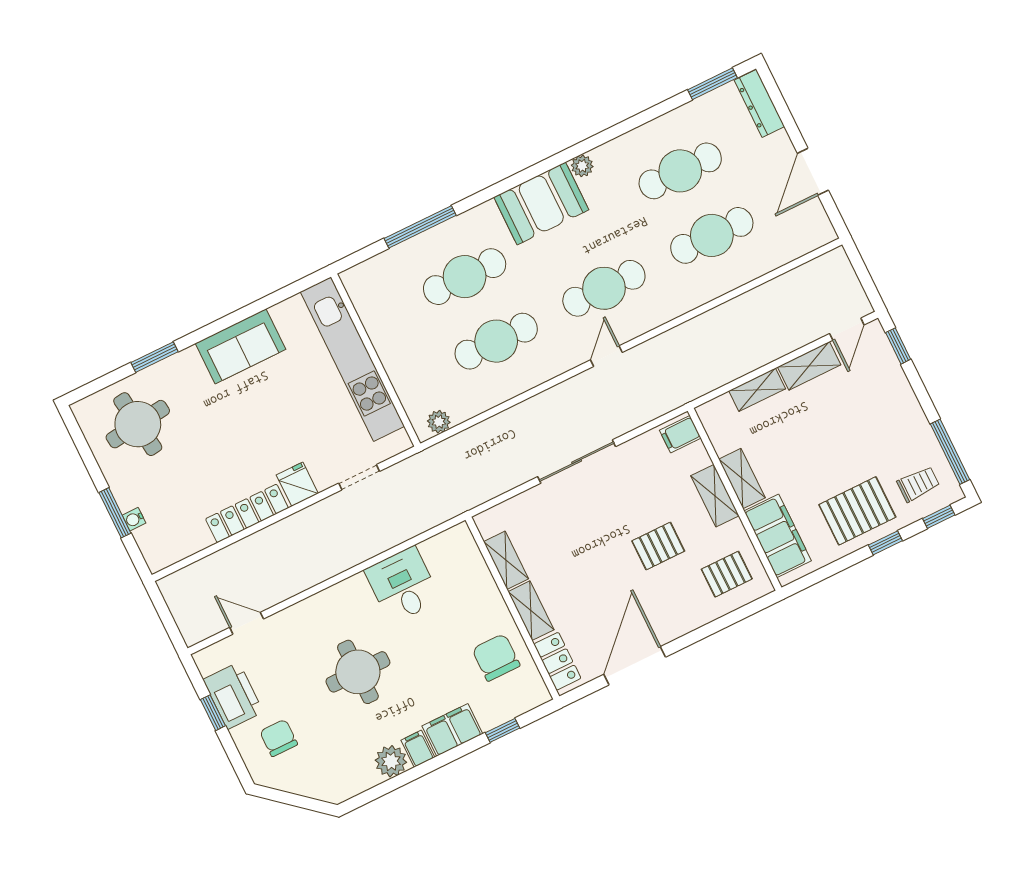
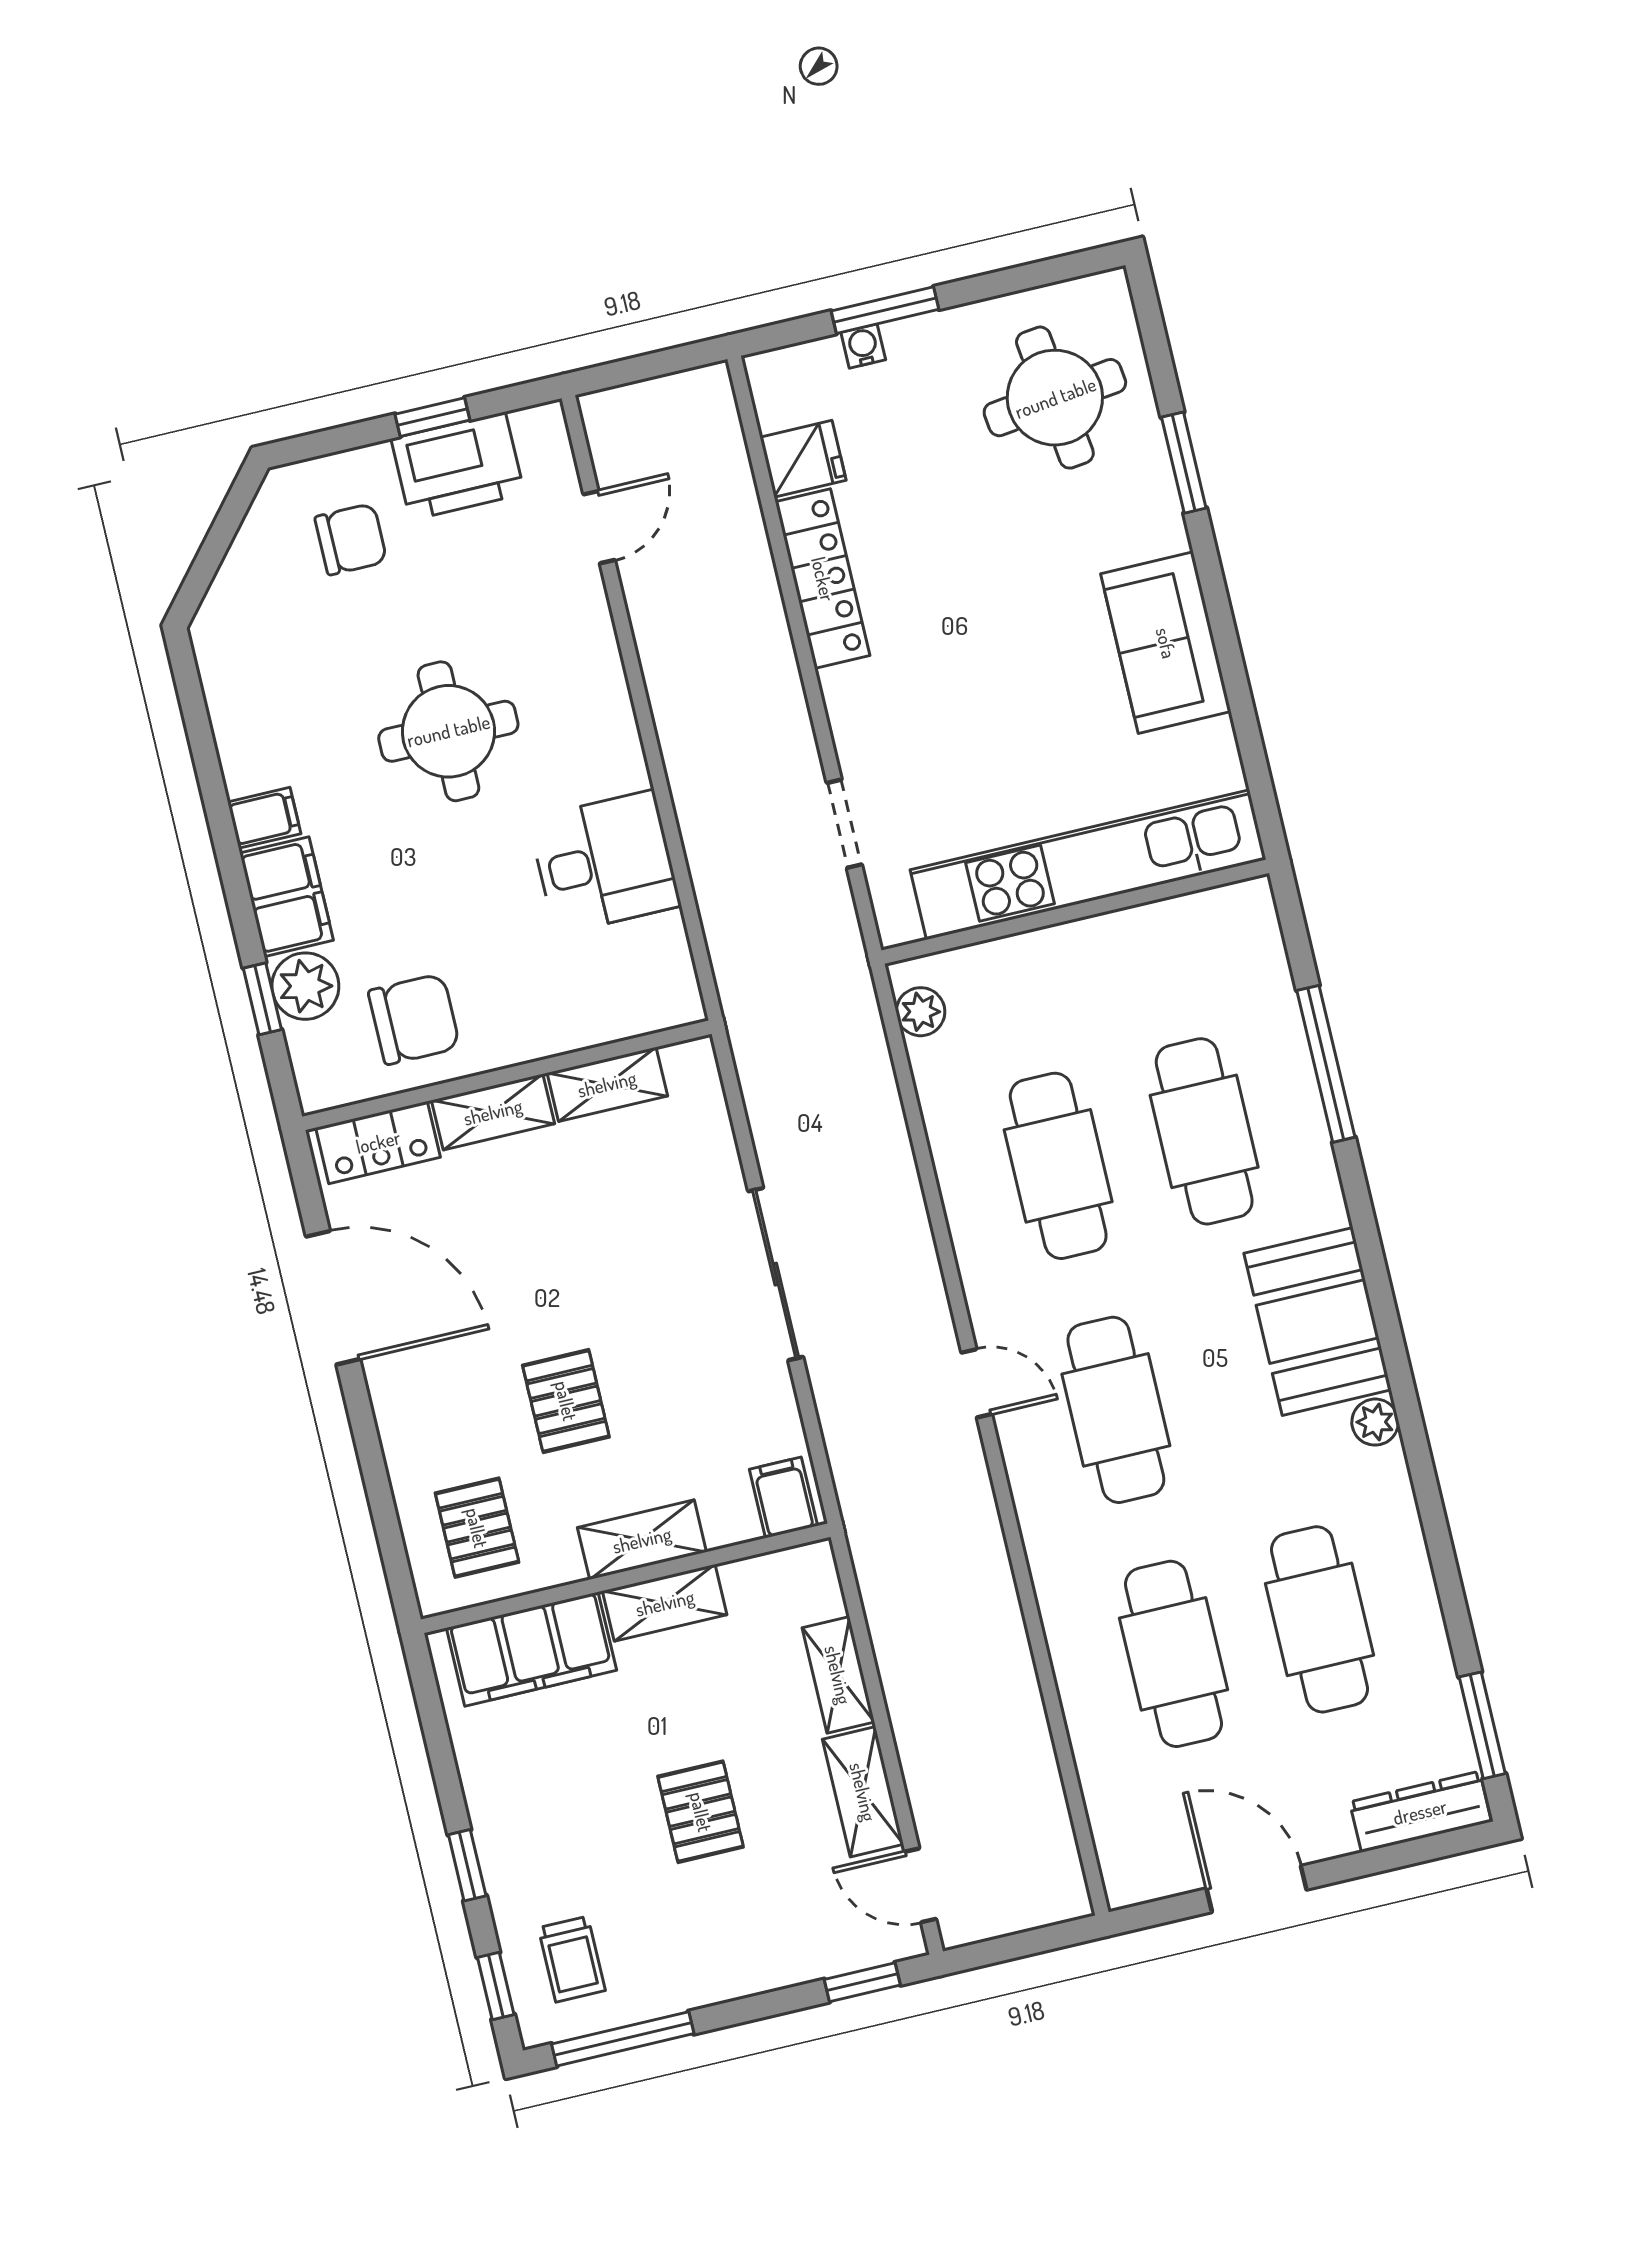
fridge: (297, 484) -> (803, 459), moved
pallet: (857, 511) -> (701, 1812), moved, width x0.67, depth x0.71
plant: (391, 761) -> (305, 986), moved

